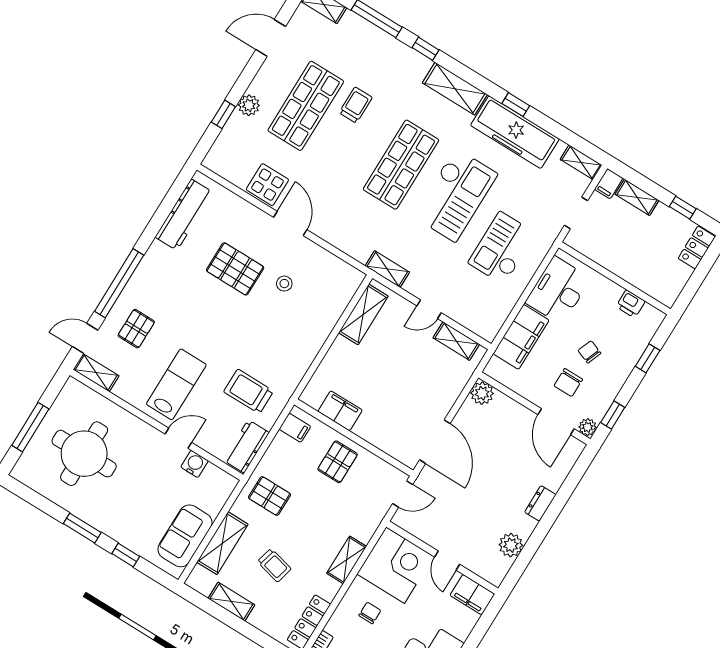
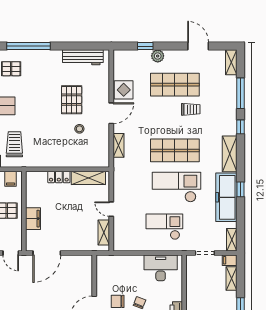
checkout: (455, 195) -> (177, 187), turned 180
shelving: (387, 269) -> (118, 145), moved
filing cabinet: (521, 337) -> (126, 264), removed
locker: (336, 356) -> (59, 177), added
plant: (482, 393) -> (86, 262), removed
filing cabinet: (340, 411) -> (33, 219), moved

